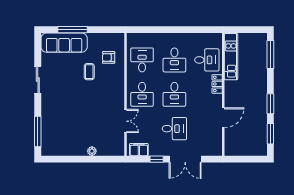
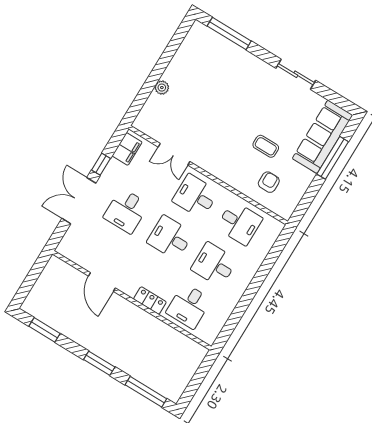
kitchen unit: (231, 57) -> (174, 340), removed
window: (270, 104) -> (99, 363), moved

